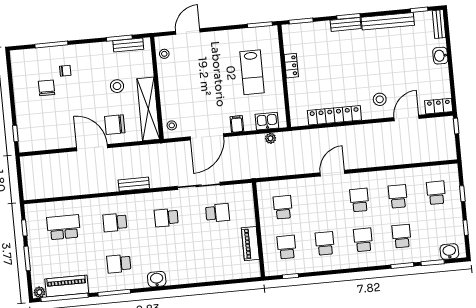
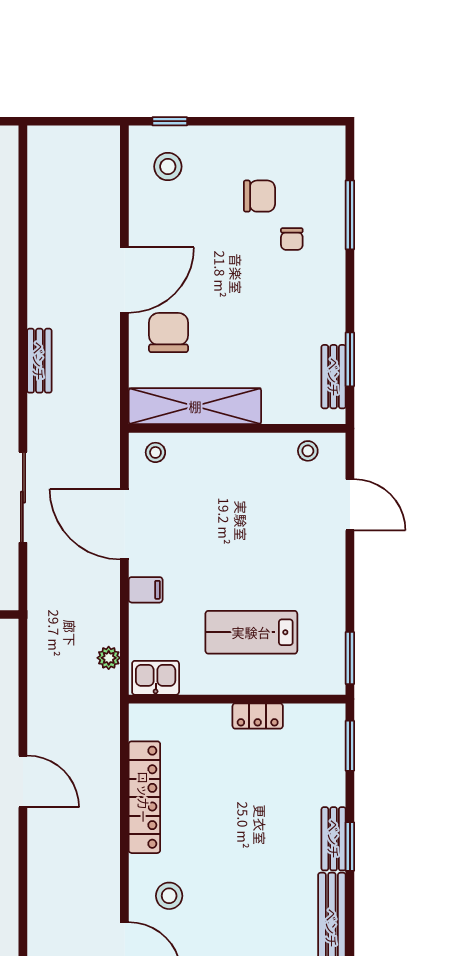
stool: (117, 86) -> (168, 167), moved
kitchen sink: (267, 121) -> (156, 678), moved, turned -90

